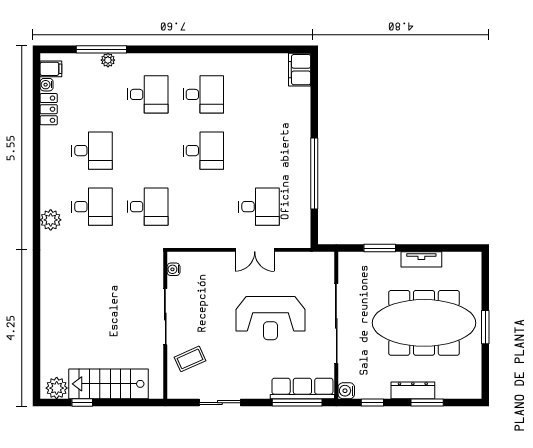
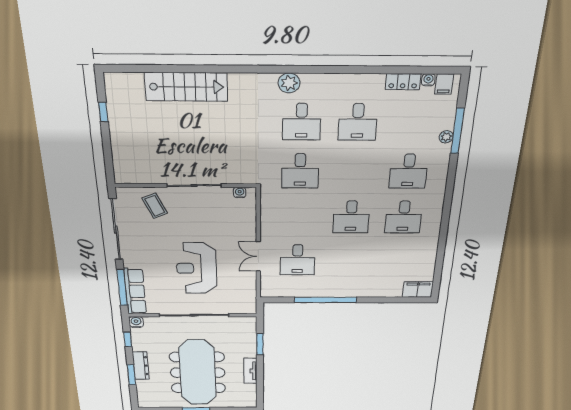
stairs: (109, 384) -> (186, 87), moved, turned 90
plant: (57, 388) -> (116, 88), removed
sliding door: (220, 403) -> (116, 230), width x1.86

